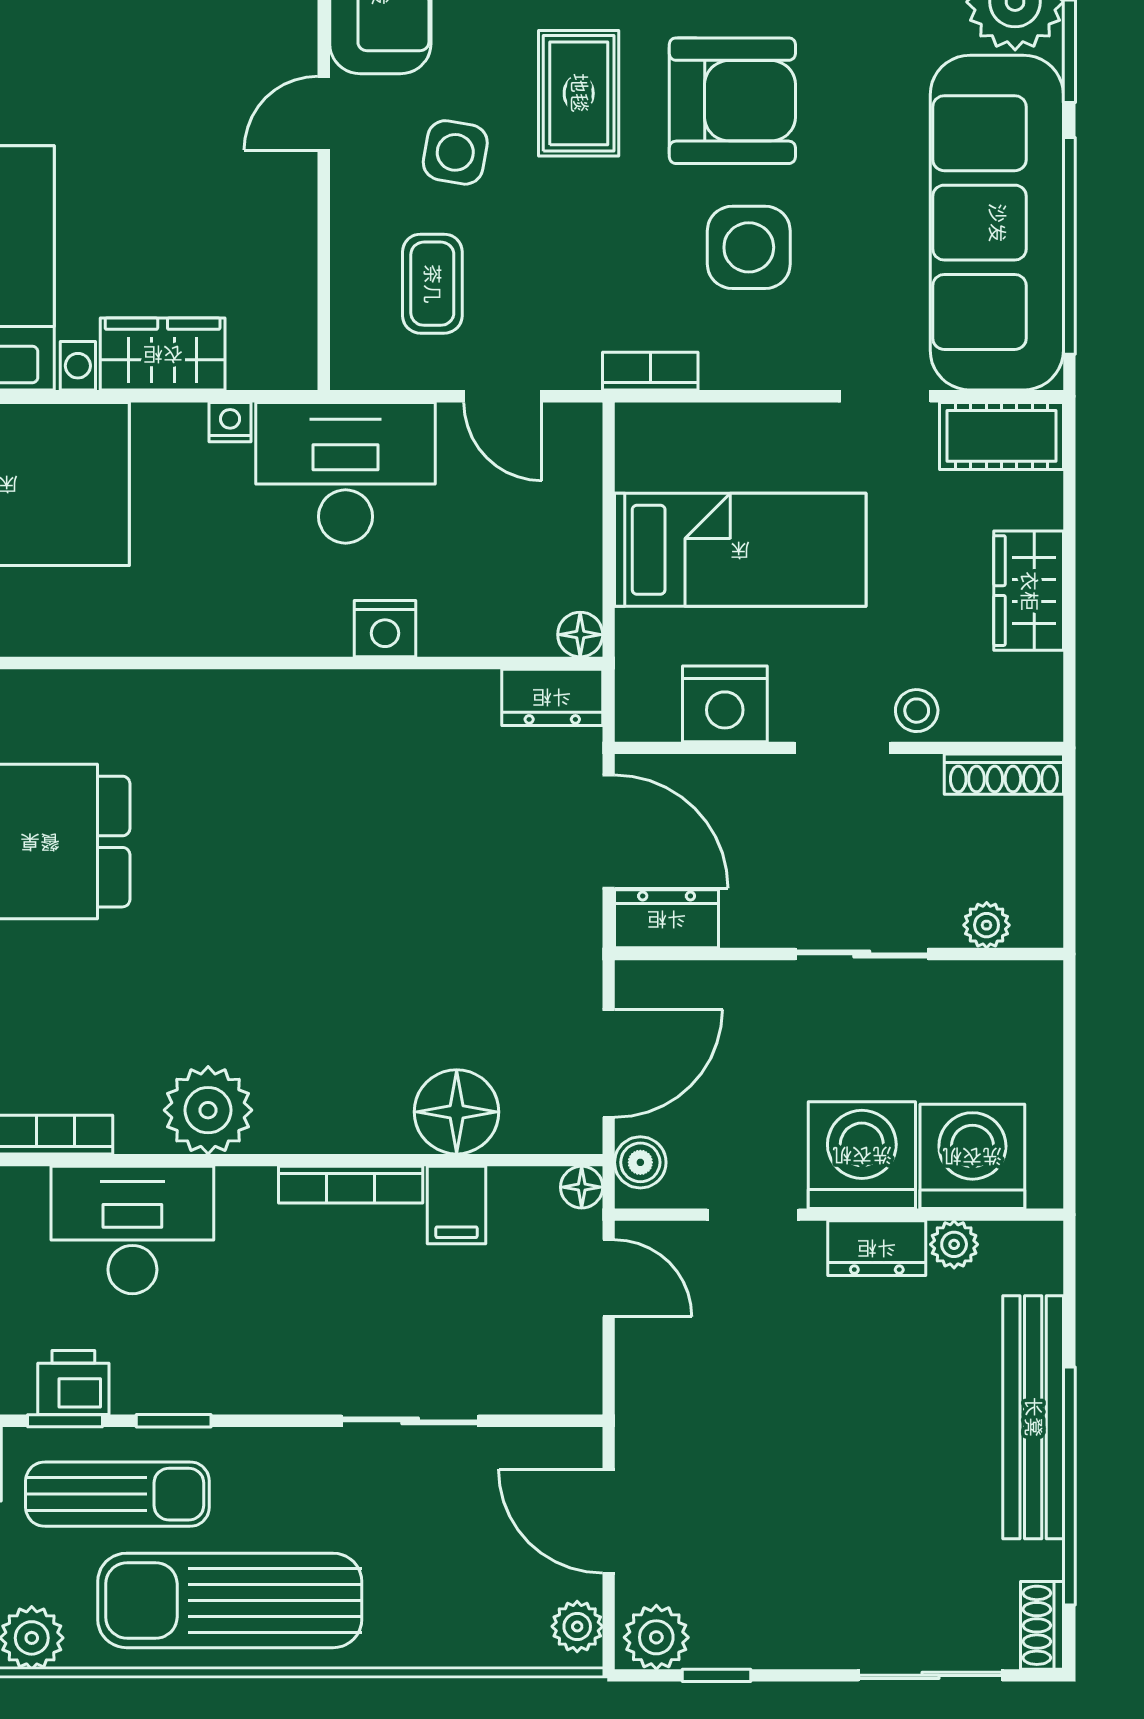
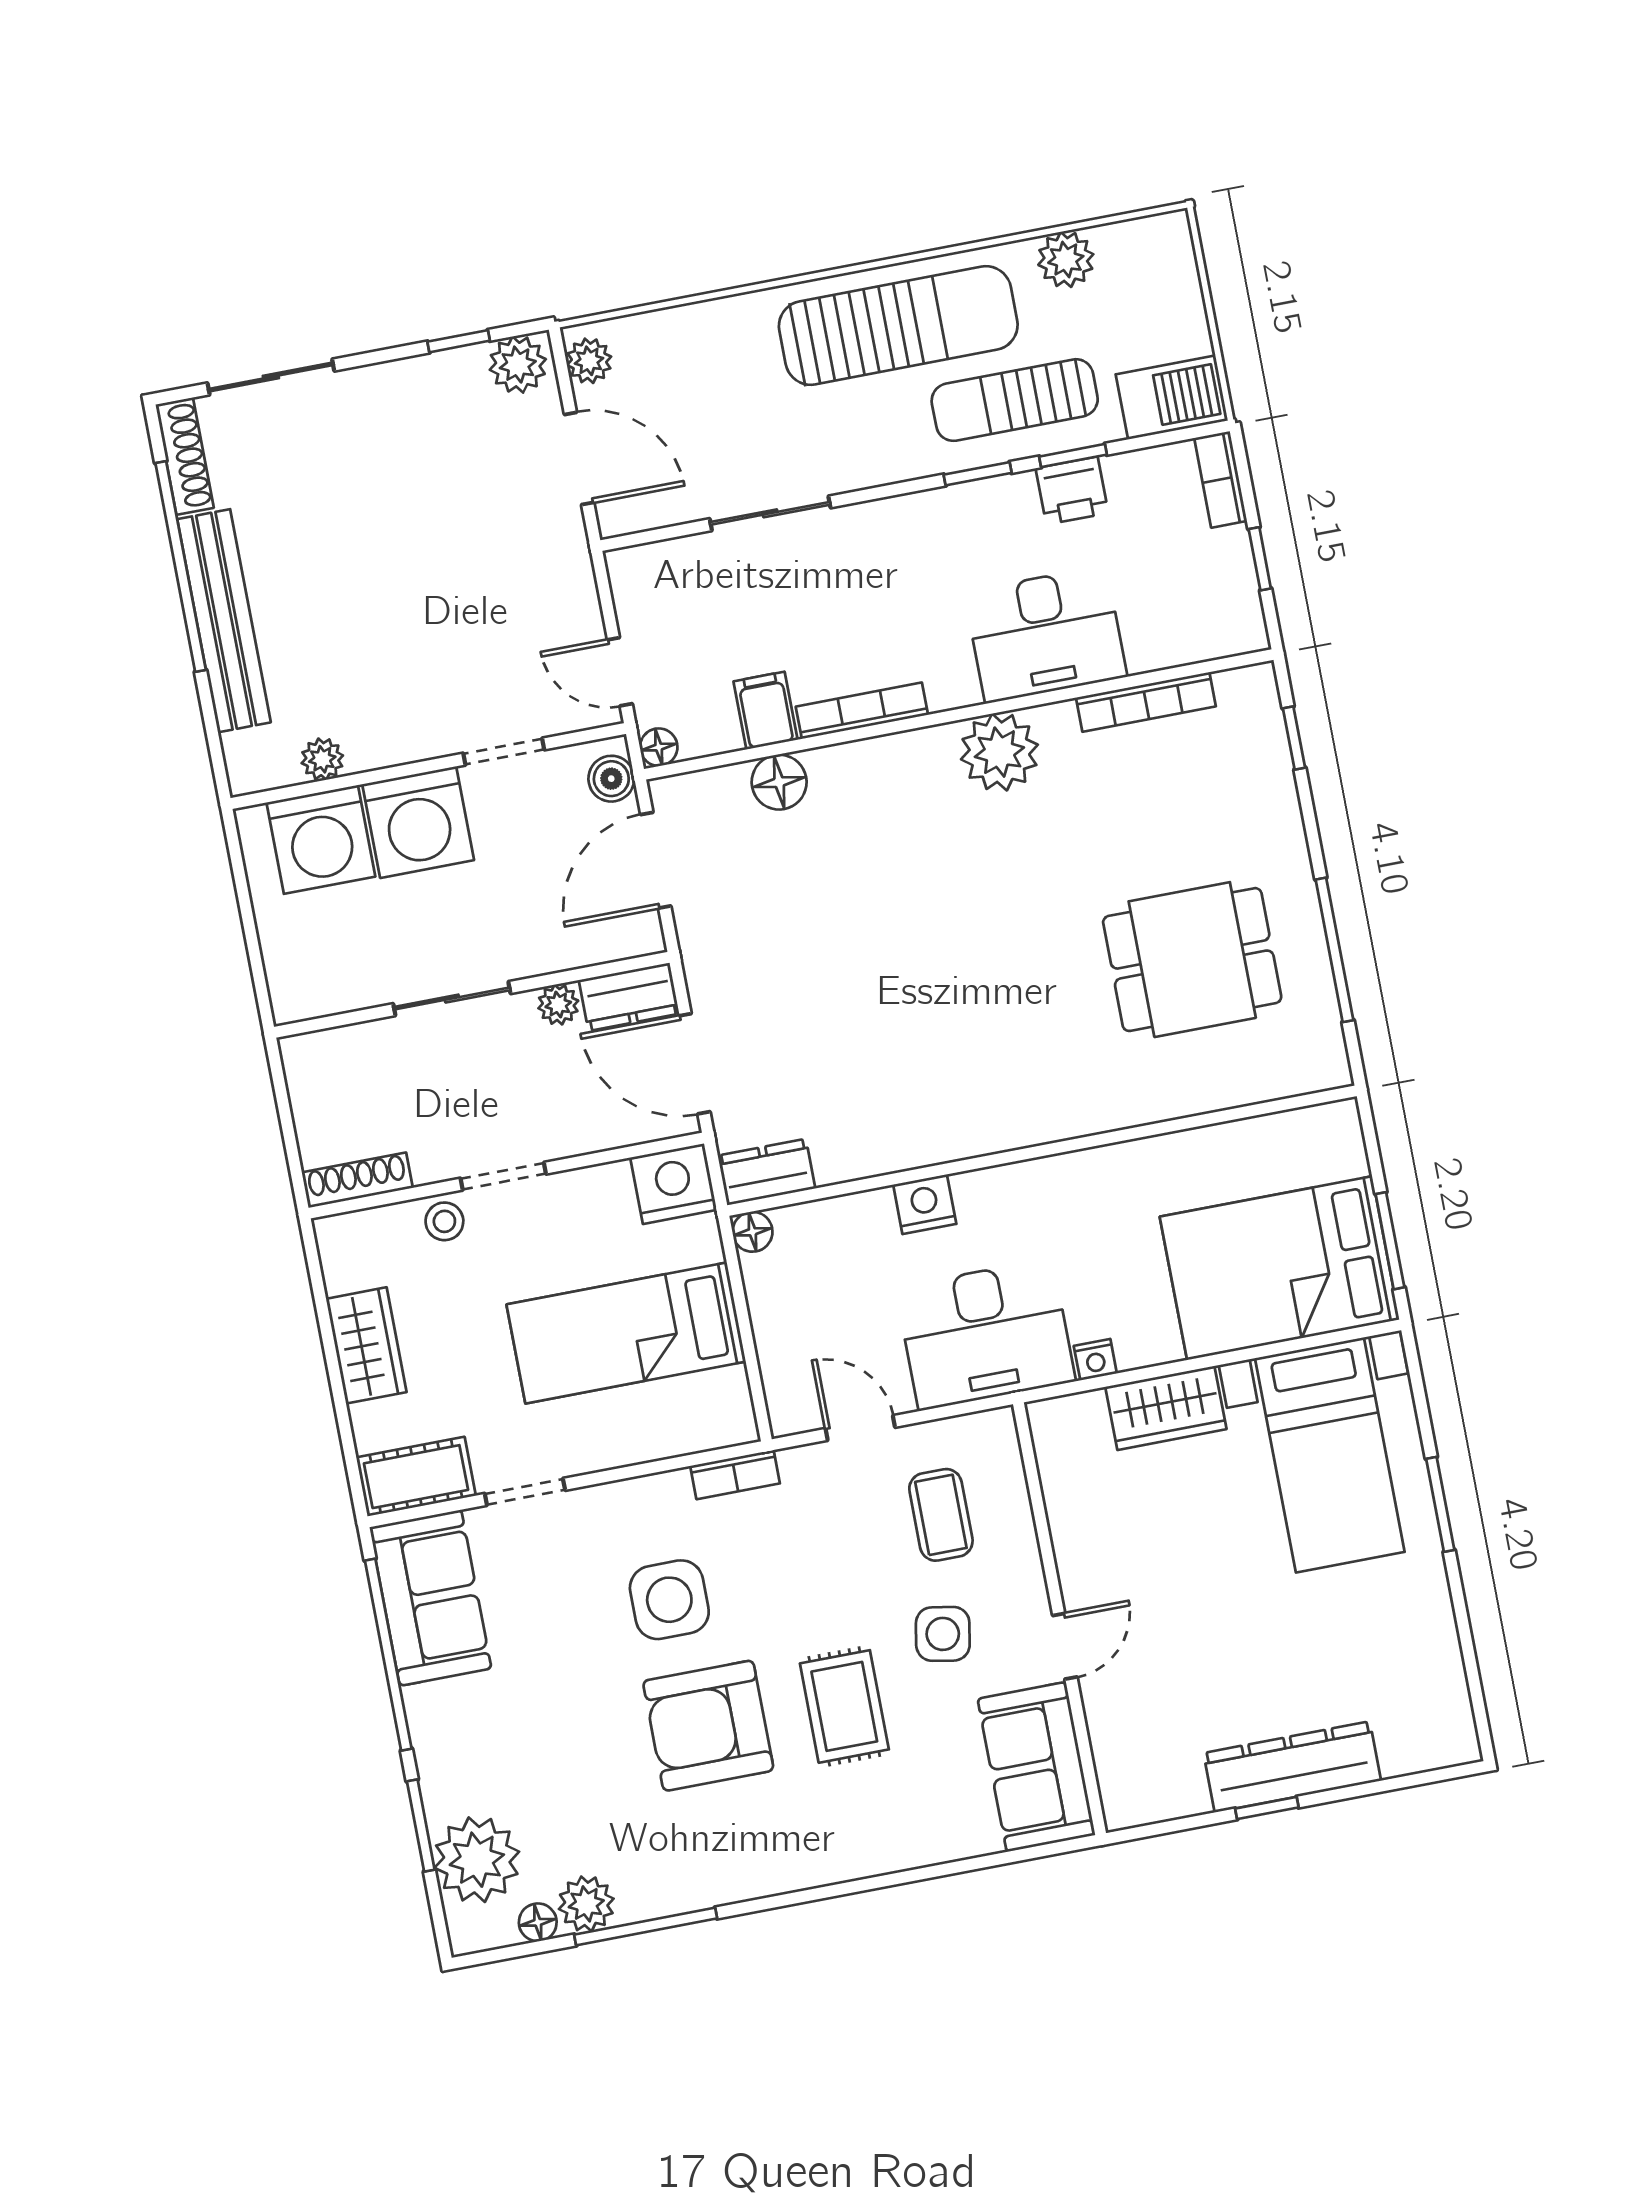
sofa: (997, 223) -> (431, 1598), width x0.54, depth x0.79
nightstand: (725, 704) -> (673, 1184), moved
plant: (987, 925) -> (558, 1005), moved
floor lamp: (457, 1112) -> (779, 782), width x0.73, depth x0.73
dresser: (877, 1248) -> (389, 743), removed
shoe rack: (1042, 1625) -> (185, 456), width x1.43

